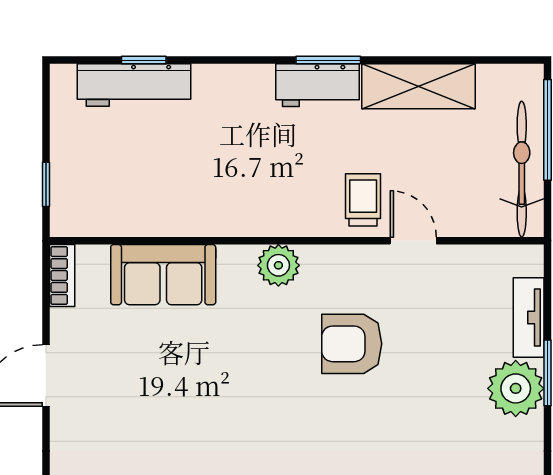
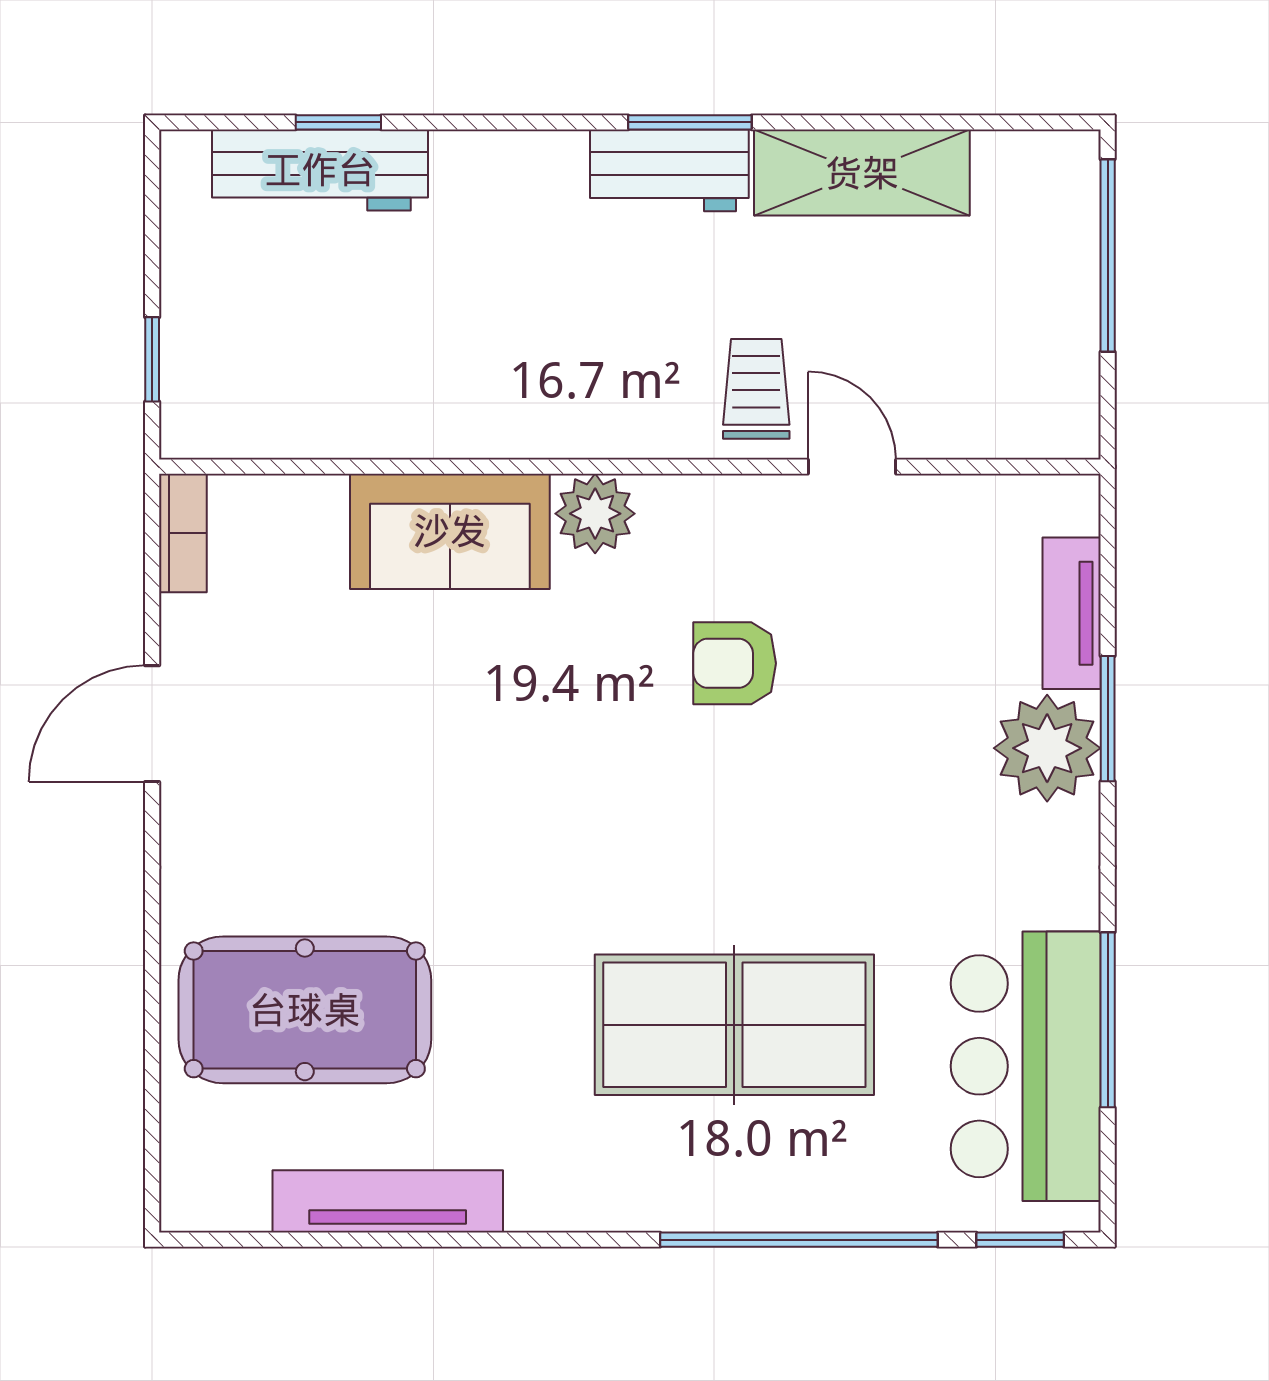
bicycle: (522, 169) -> (1059, 330), removed
sofa: (163, 275) -> (450, 531), moved
armchair: (352, 344) -> (735, 663), width x0.72, depth x0.72

